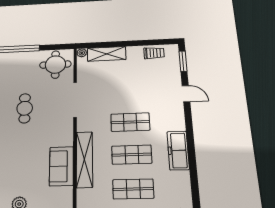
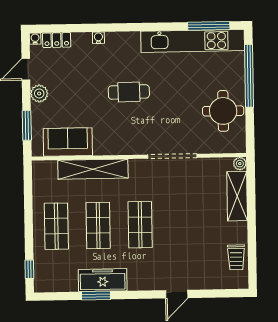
window: (183, 61) -> (96, 296), moved
round table: (55, 65) -> (223, 111), moved
cafe table: (25, 108) -> (129, 92), moved
sofa: (61, 166) -> (68, 142), moved

